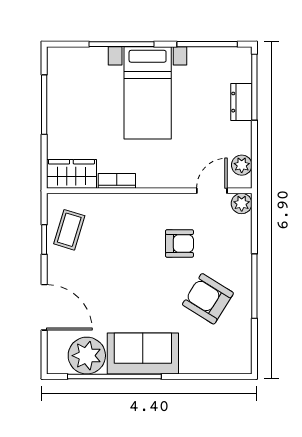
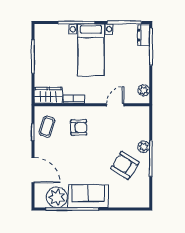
dresser: (241, 102) -> (144, 35), moved
door: (212, 191) -> (115, 105), moved
plant: (242, 203) -> (144, 147), moved
armchair: (179, 243) -> (79, 127), moved

